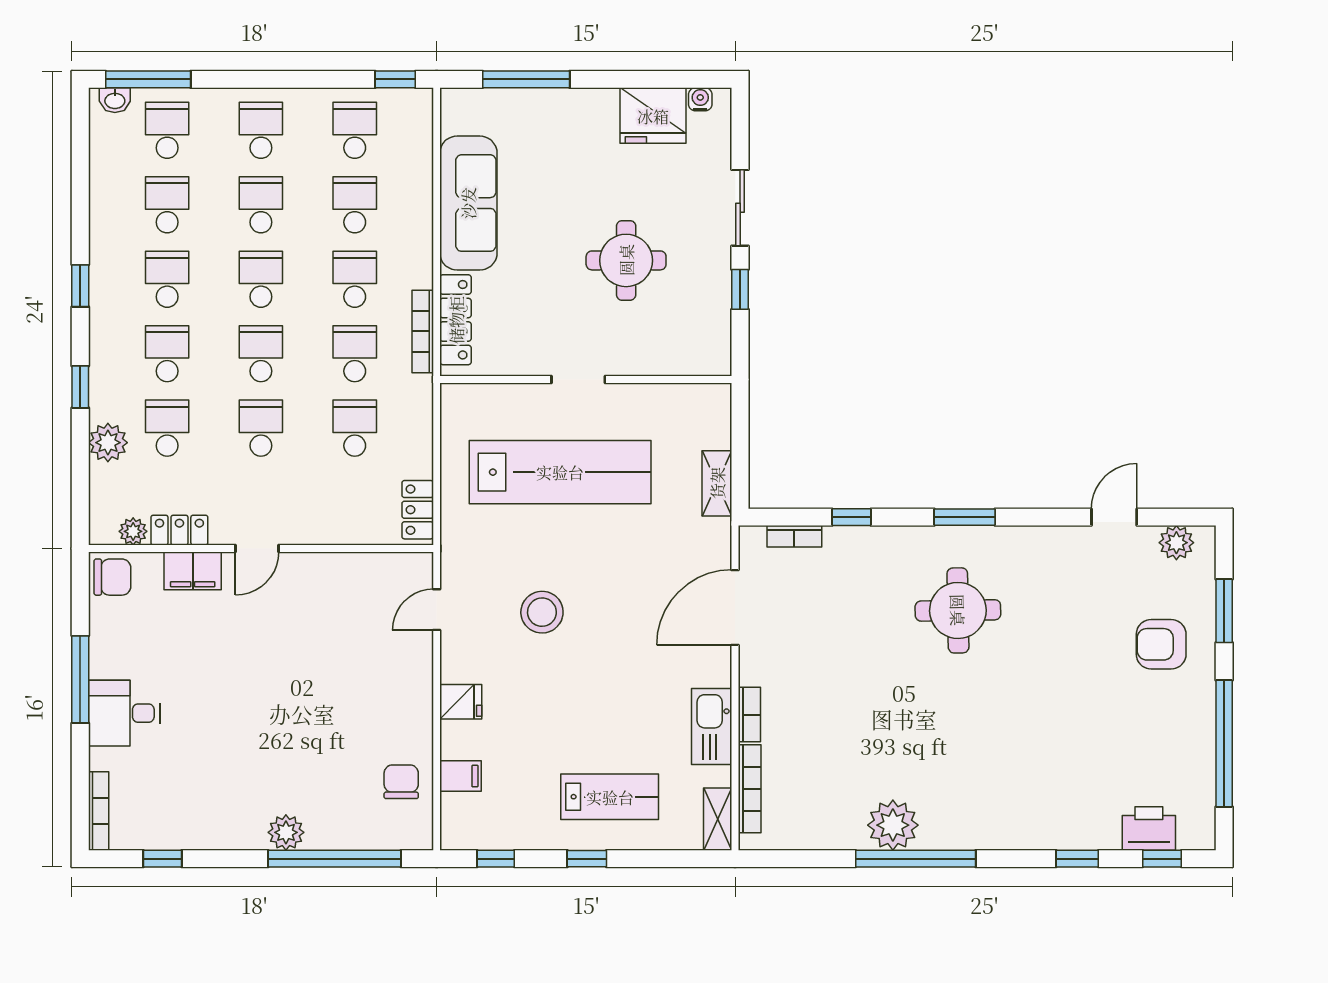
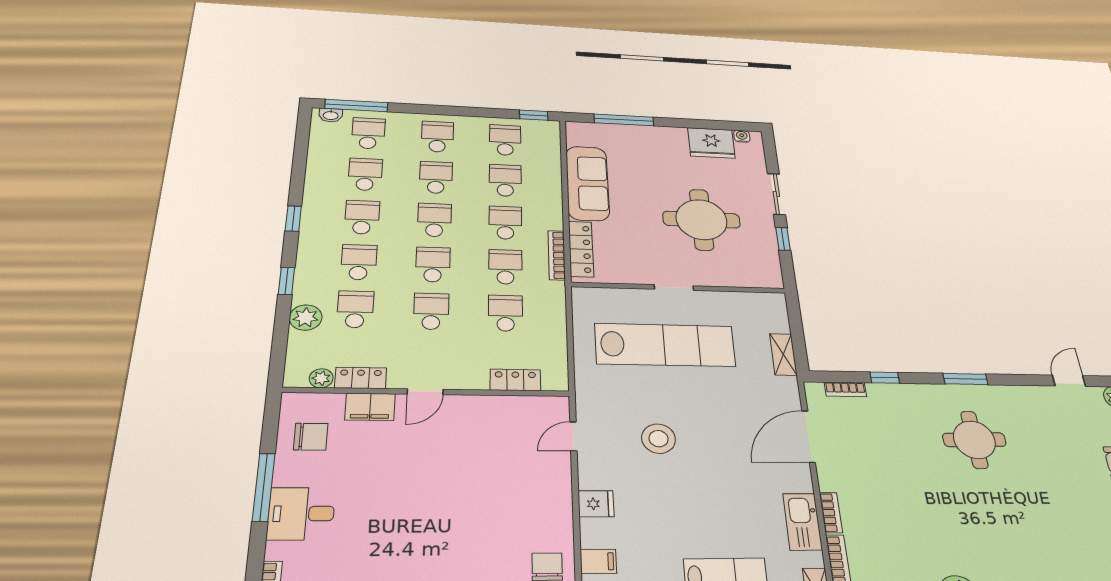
round table: (626, 260) -> (702, 220), width x1.36, depth x1.36
locker: (418, 510) -> (515, 380), moved, turned 90
chair: (112, 577) -> (311, 437), moved

